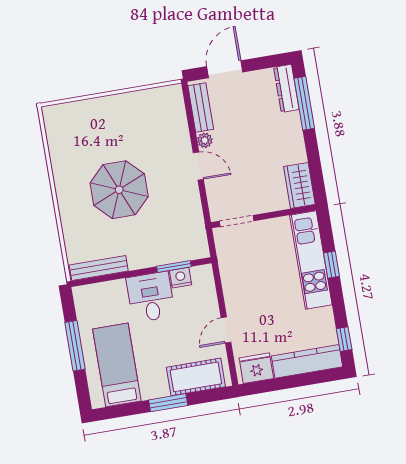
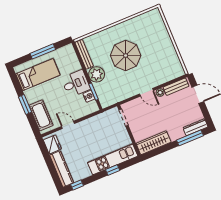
door: (198, 166) -> (146, 92), hinge flipped
wardrobe: (299, 185) -> (154, 143), width x1.50
plant: (142, 253) -> (97, 74), added

